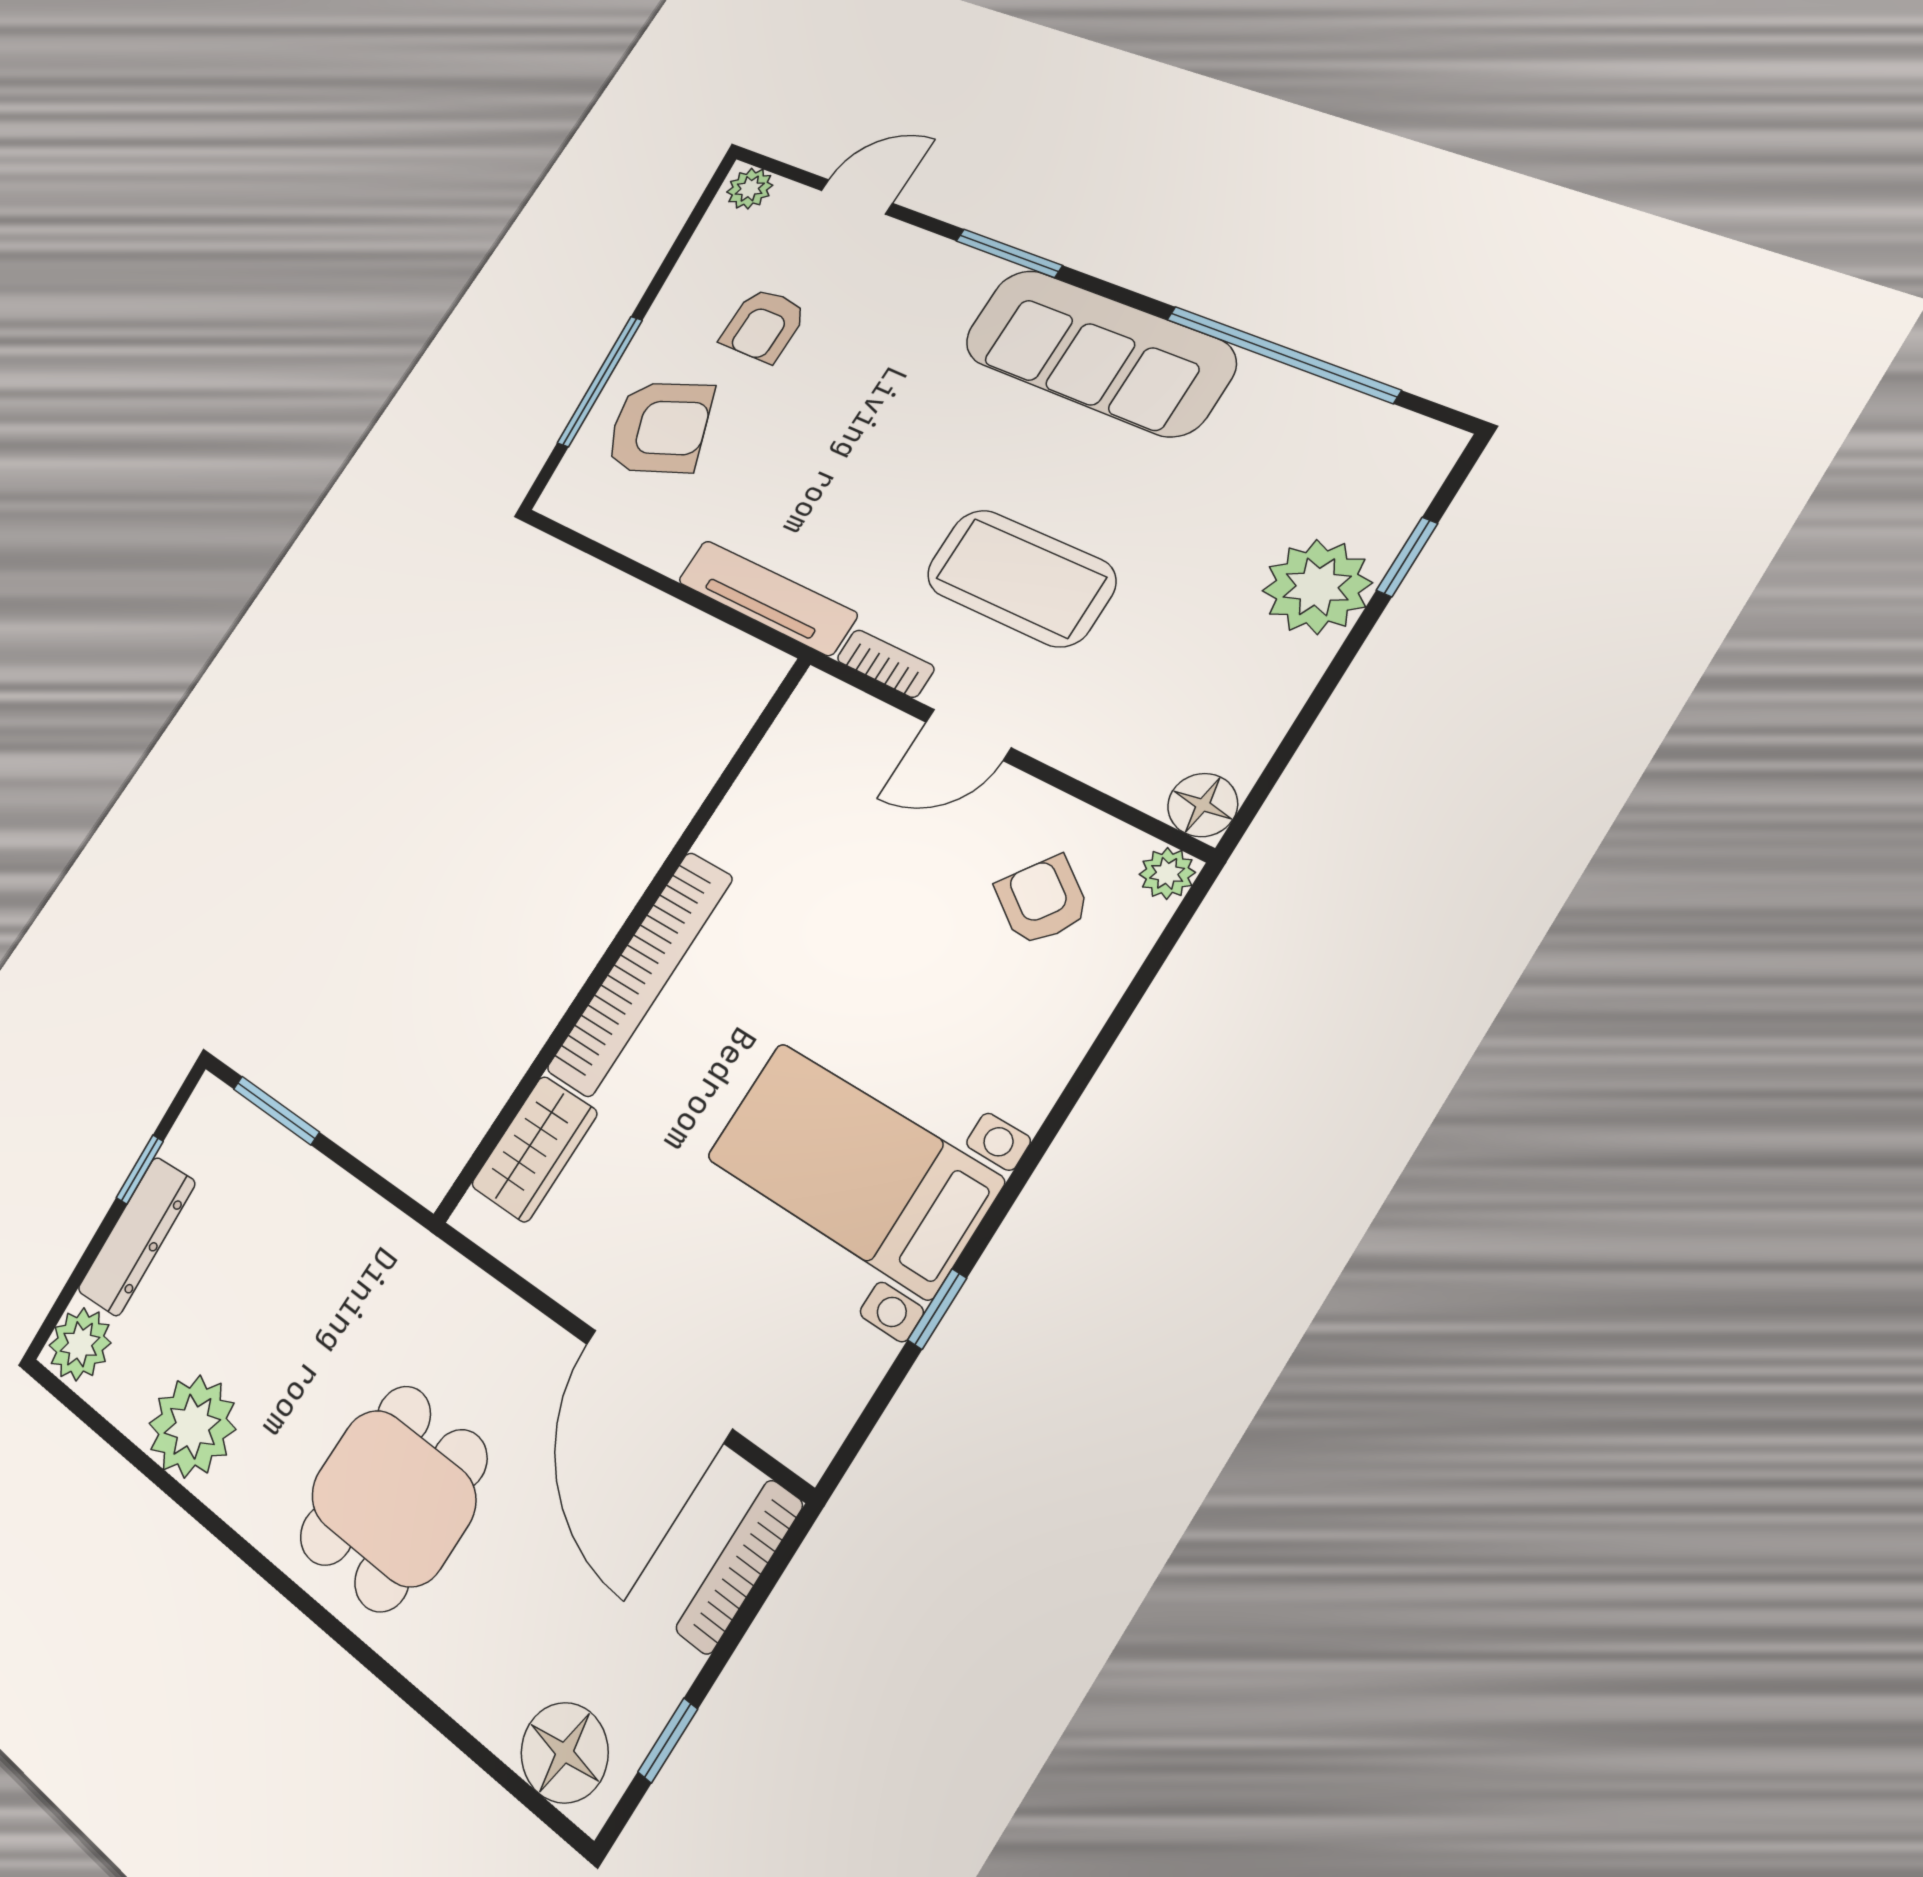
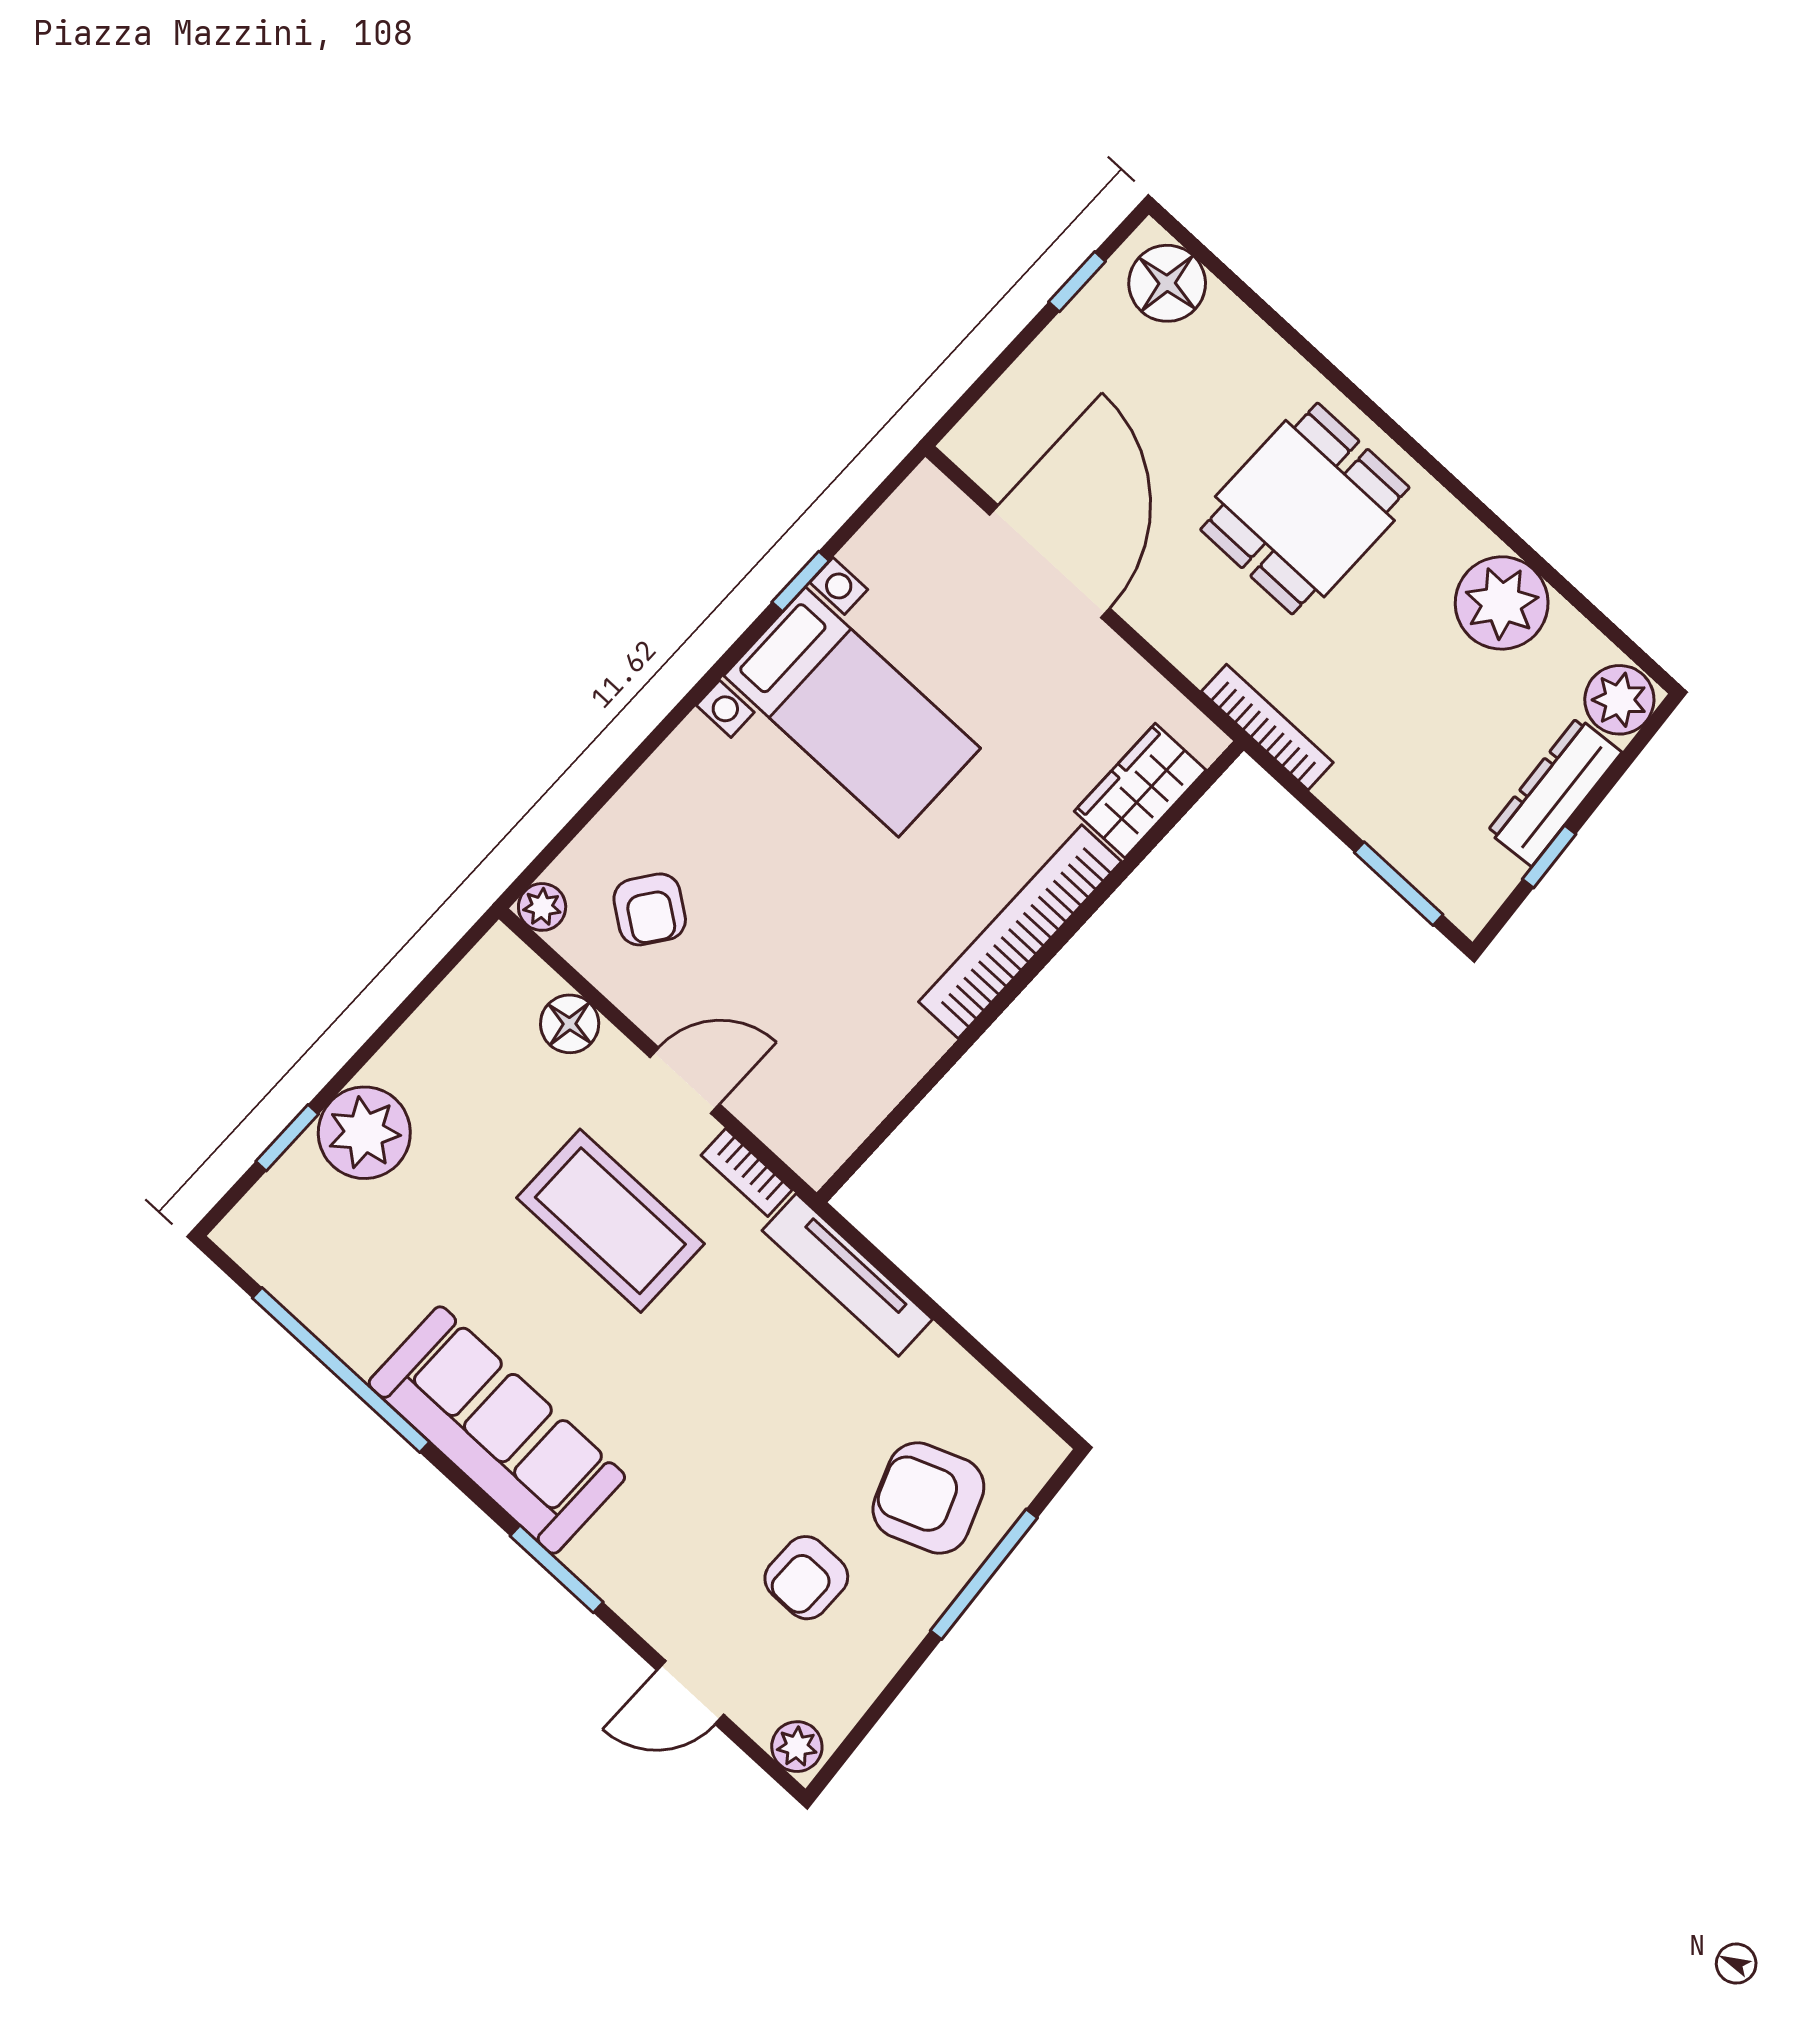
armchair: (764, 325) -> (806, 1578), turned 180
floor lamp: (1203, 805) -> (570, 1024), moved
bookcase: (739, 1567) -> (1267, 727), moved, turned -90

